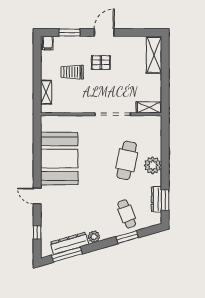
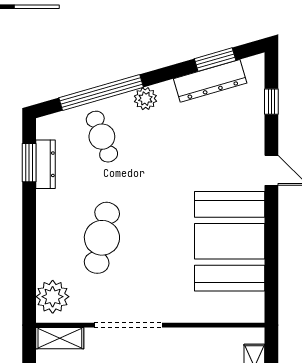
plant: (153, 165) -> (53, 297), moved
plant: (94, 237) -> (145, 99), moved
window: (127, 237) -> (101, 92), width x2.11
window: (67, 255) -> (215, 60), width x0.69

